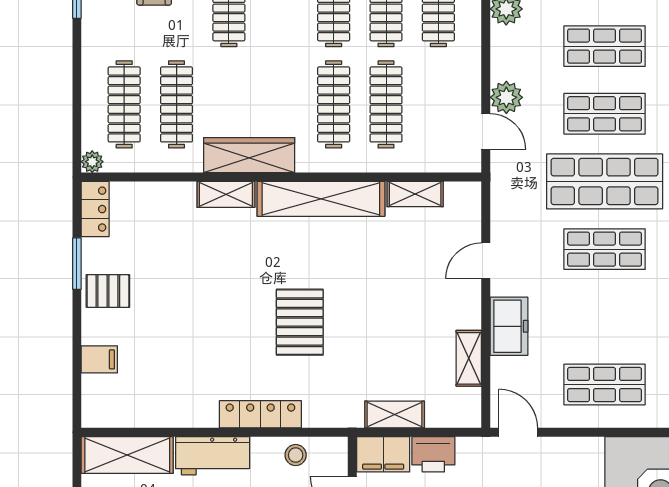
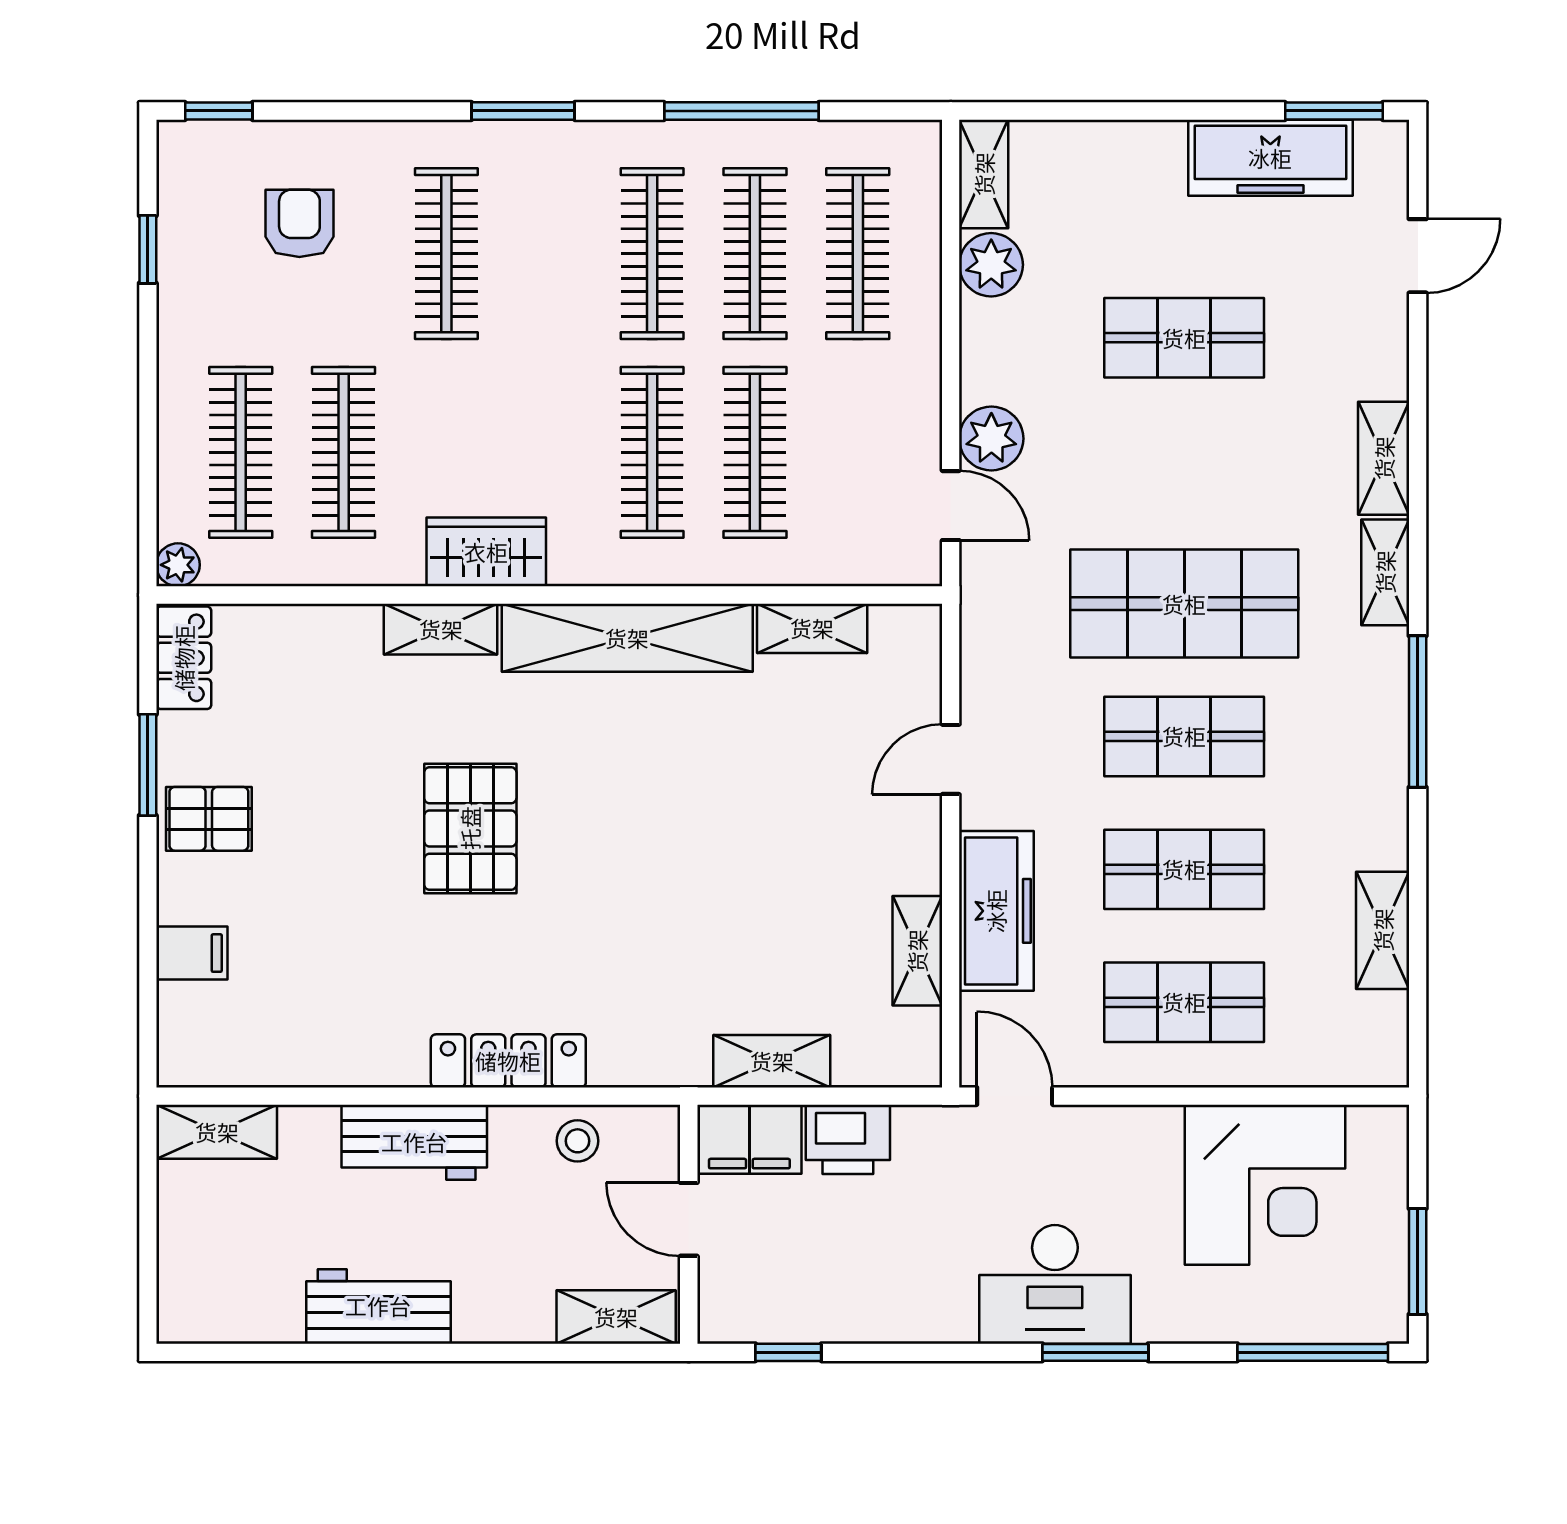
shop shelf: (605, 114) -> (1184, 869), moved
wardrobe: (249, 155) -> (486, 552), width x0.67
pallet: (300, 322) -> (470, 828), moved
freezer: (509, 326) -> (996, 911), width x1.40
shelving: (127, 455) -> (217, 1132), width x0.67, depth x0.75

